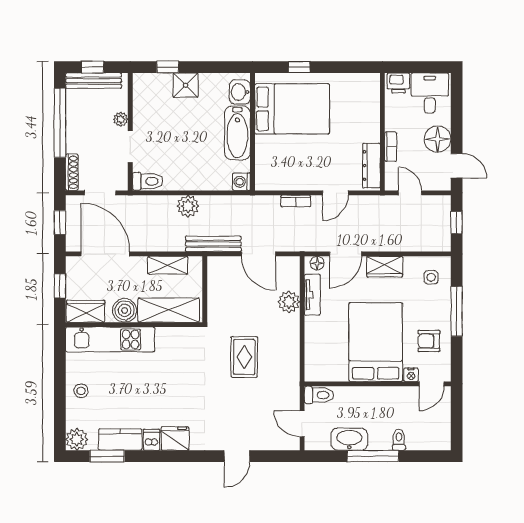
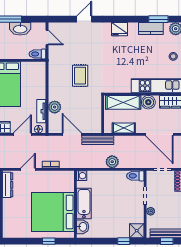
shower: (186, 85) -> (137, 231), moved
bed: (292, 109) -> (53, 212), width x1.36
dishwasher: (152, 440) -> (133, 28), removed

